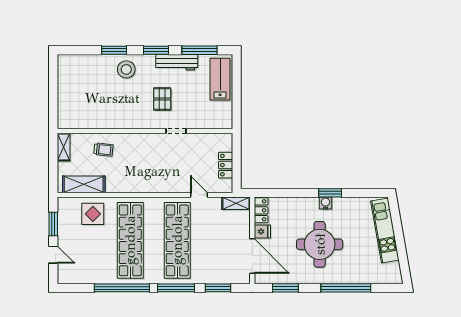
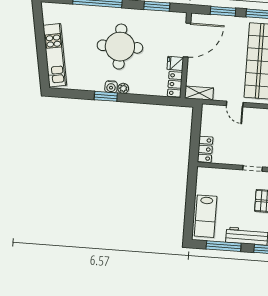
locker: (226, 165) -> (205, 149), moved
plant: (313, 202) -> (123, 88), added
door: (252, 256) -> (187, 40), swing flipped

